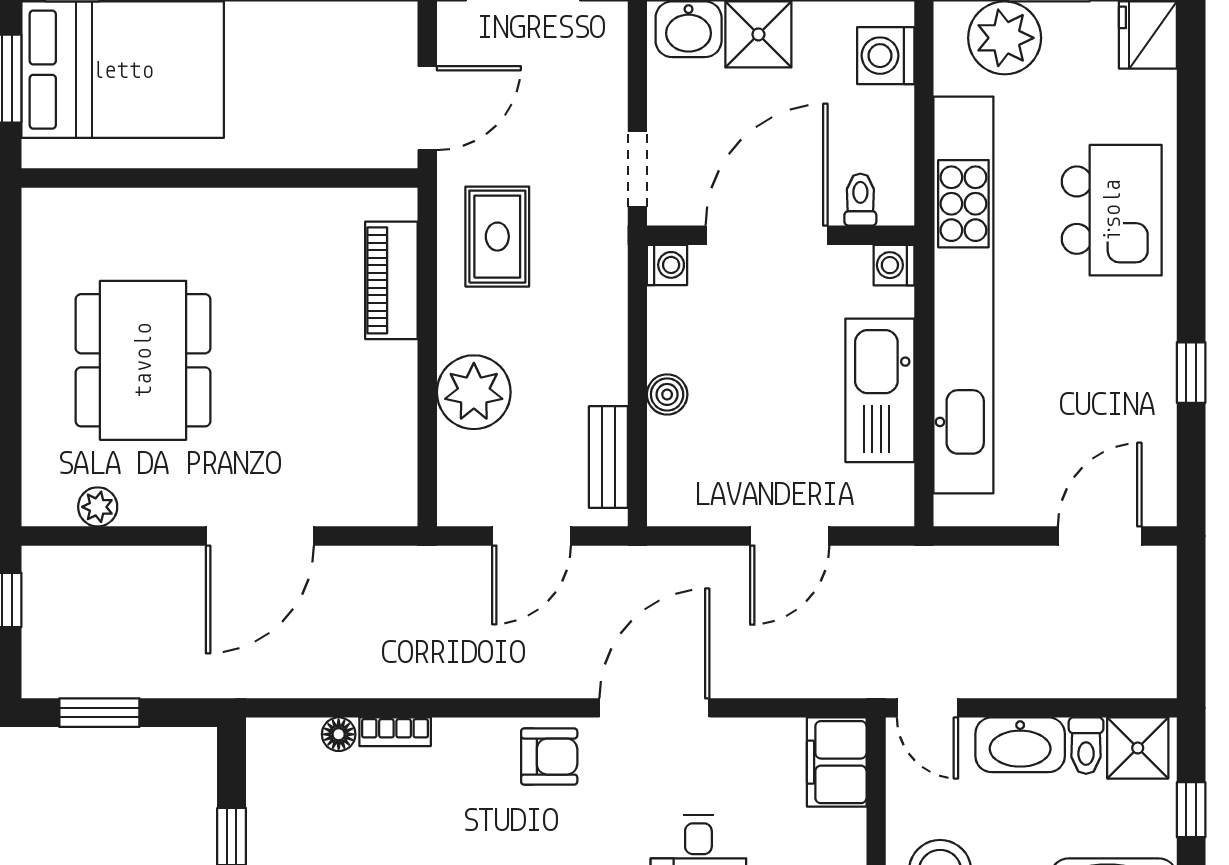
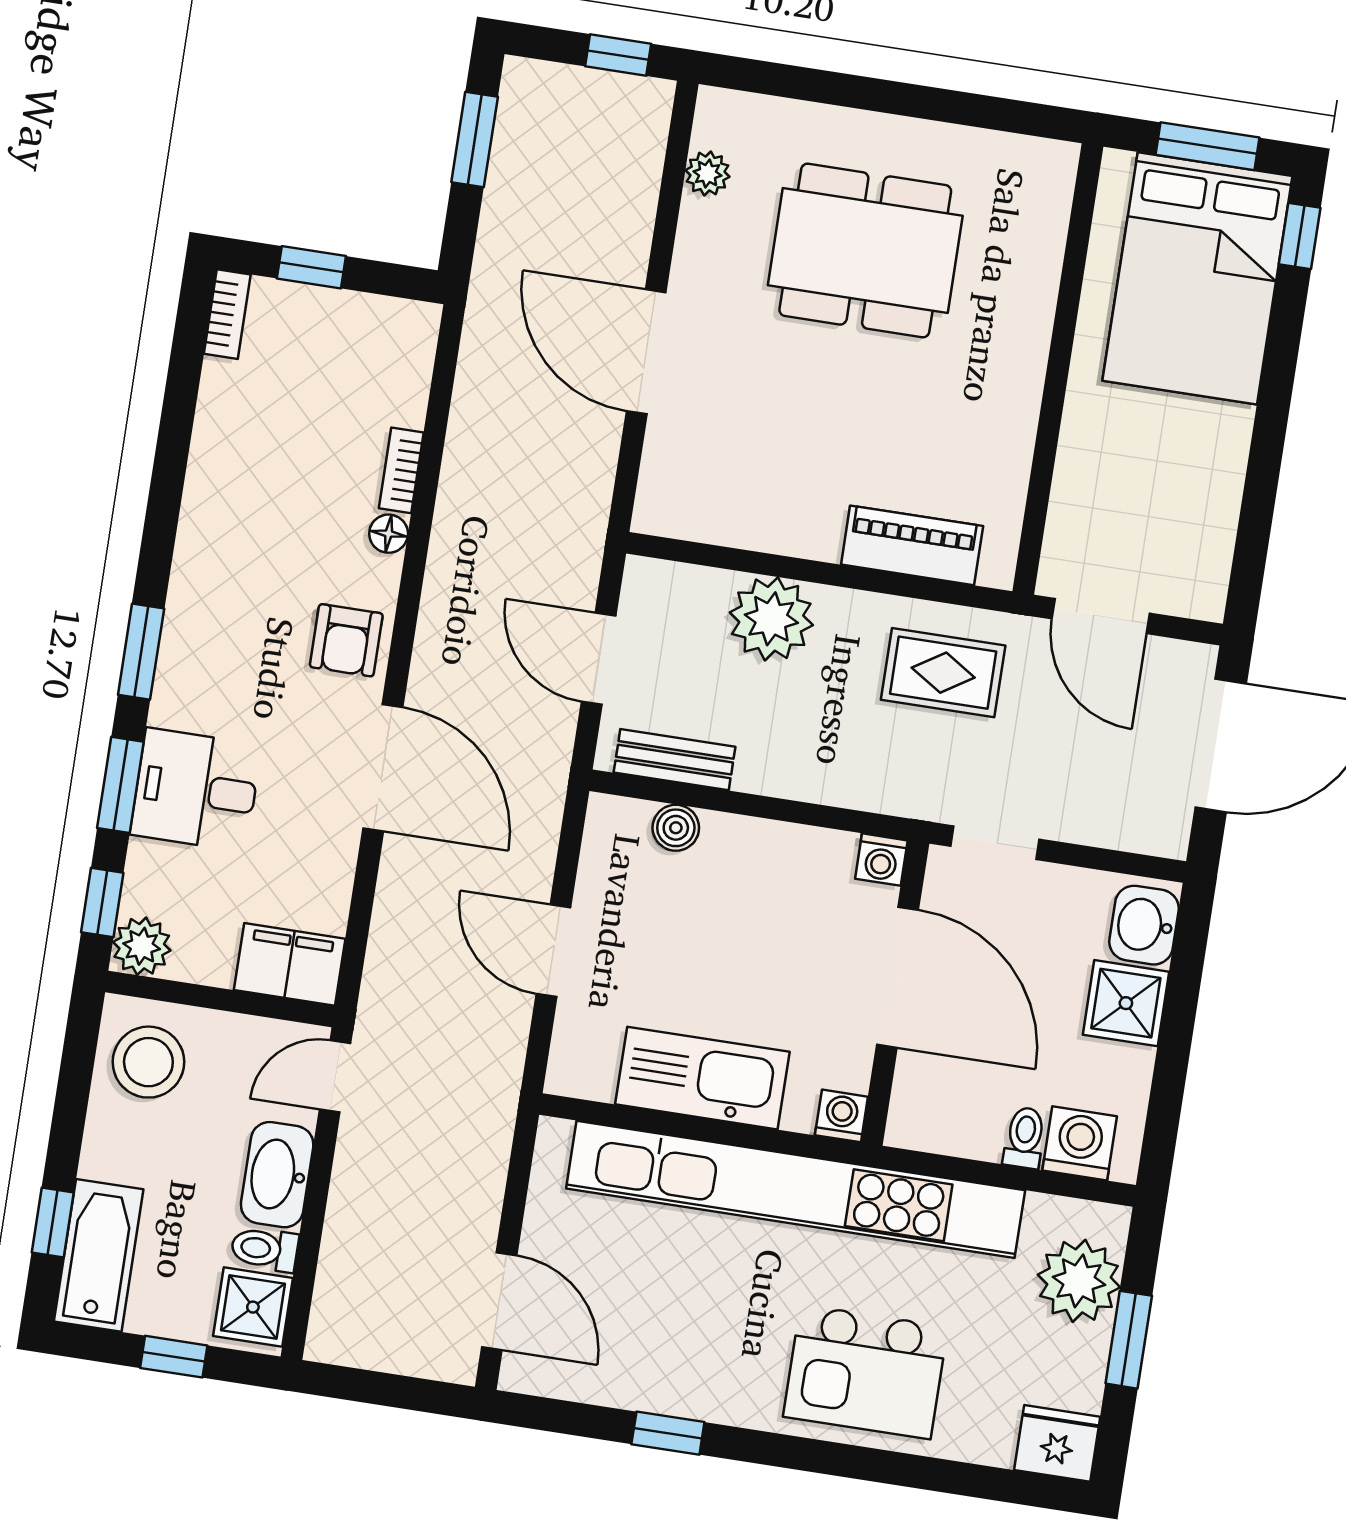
toilet: (860, 200) -> (1025, 1138), moved, turned -90
boiler: (667, 394) -> (676, 828), moved
floor lamp: (339, 734) -> (389, 534), moved

